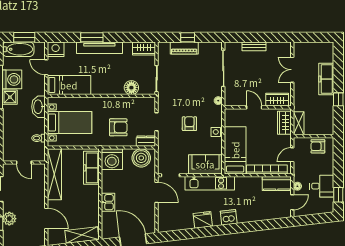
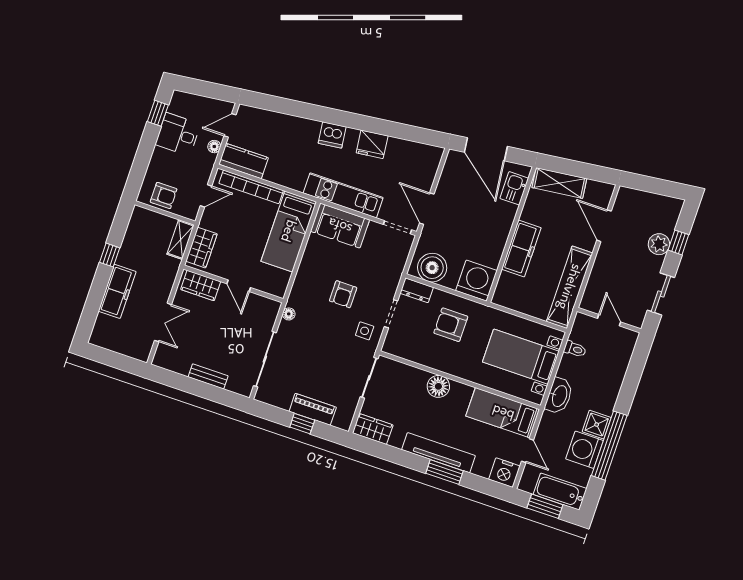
floor lamp: (131, 88) -> (438, 386), moved
side table: (216, 132) -> (365, 331), moved
freezer: (91, 168) -> (521, 248), moved
kitchen sink: (108, 202) -> (514, 188), moved

